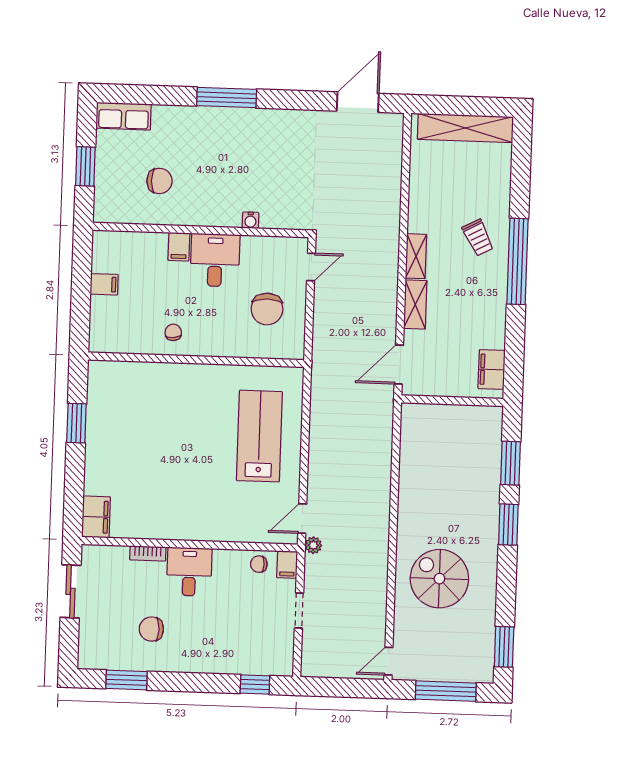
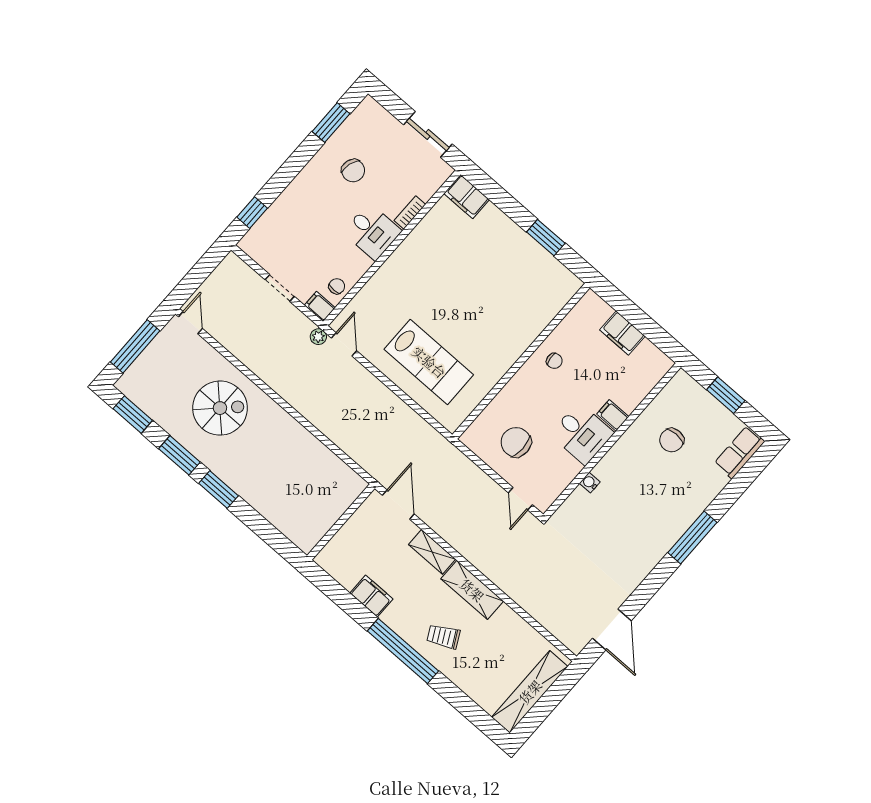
shelving: (416, 256) -> (472, 590), width x1.50, depth x1.33
filing cabinet: (104, 284) -> (622, 333), width x2.00
filing cabinet: (492, 369) -> (371, 596), moved
window: (511, 463) -> (179, 455), moved
chair: (151, 629) -> (353, 171), turned 106

